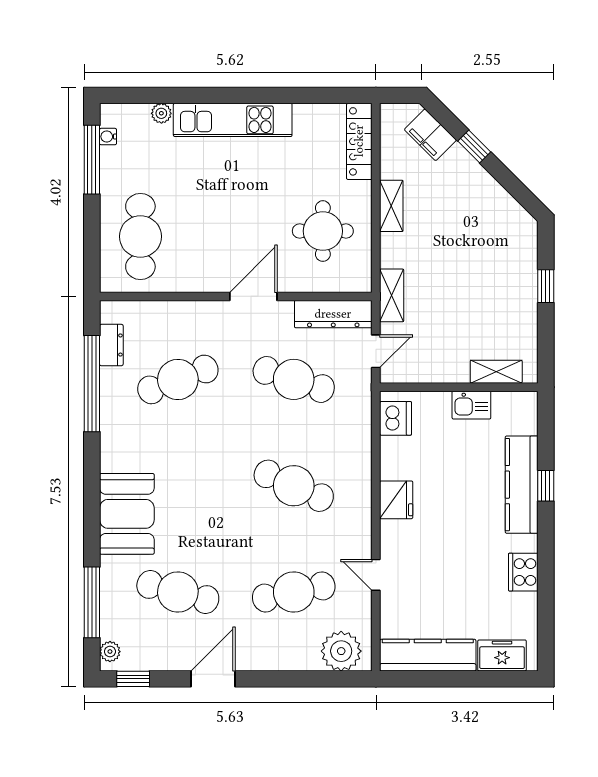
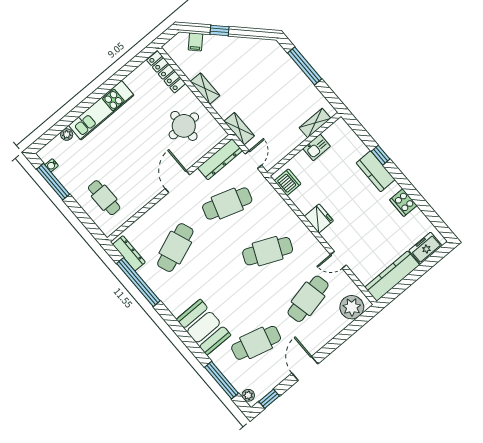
filing cabinet: (430, 135) -> (195, 42), width x0.50
cafe table: (140, 236) -> (104, 198), width x0.73, depth x0.74
window: (546, 286) -> (305, 66), width x2.17
dresser: (111, 345) -> (129, 253), width x1.44
kitchen counter: (522, 485) -> (376, 171), width x0.67

